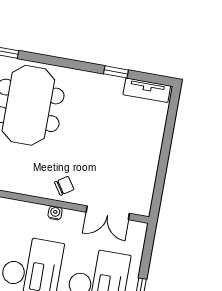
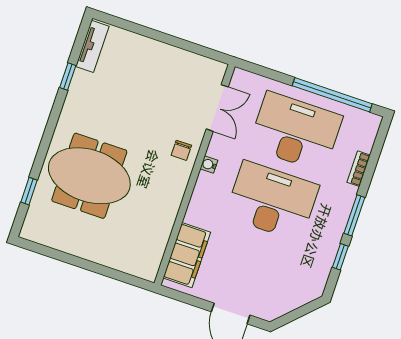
chair: (64, 186) -> (181, 150), turned -146

